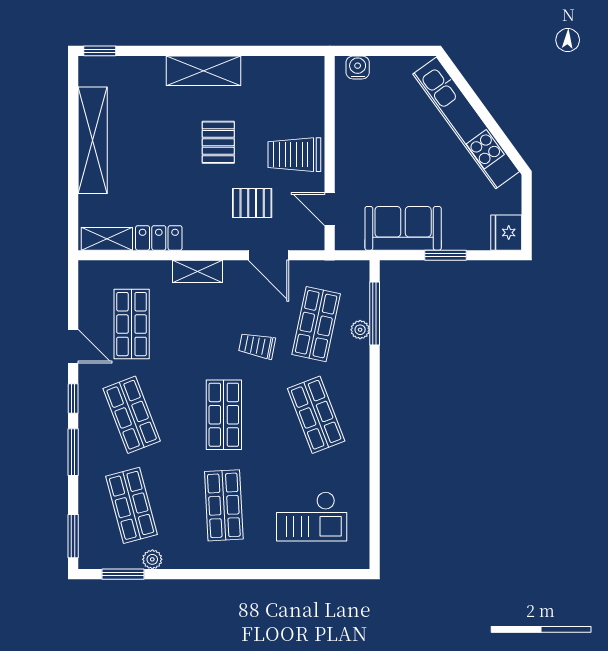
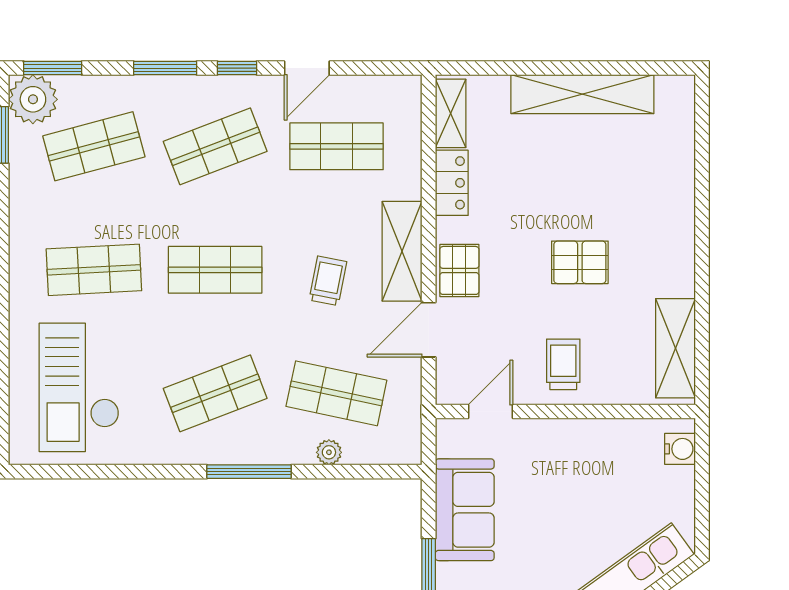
window: (100, 51) -> (702, 104), removed
shelving: (204, 71) -> (676, 348), moved
trolley: (294, 155) -> (563, 364), width x0.73, depth x0.72
pallet: (252, 203) -> (459, 270), moved
shelving: (198, 271) -> (402, 251), width x1.50, depth x1.33
window: (375, 314) -> (249, 472), moved
trolley: (257, 346) -> (328, 281), moved
checkout: (312, 516) -> (79, 387), width x1.36, depth x1.21
plant: (152, 559) -> (33, 99), moved, width x1.88, depth x1.88

